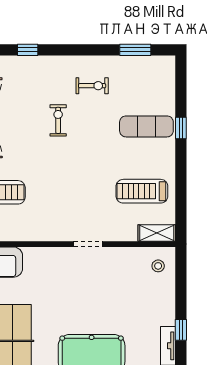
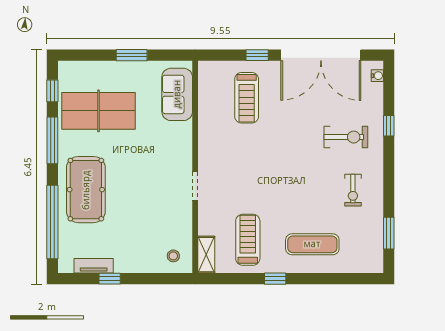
exercise bike: (58, 120) -> (346, 137), moved, width x1.38, depth x1.39
exercise mat: (146, 126) -> (312, 244), turned 90
window: (181, 128) -> (275, 279), moved

